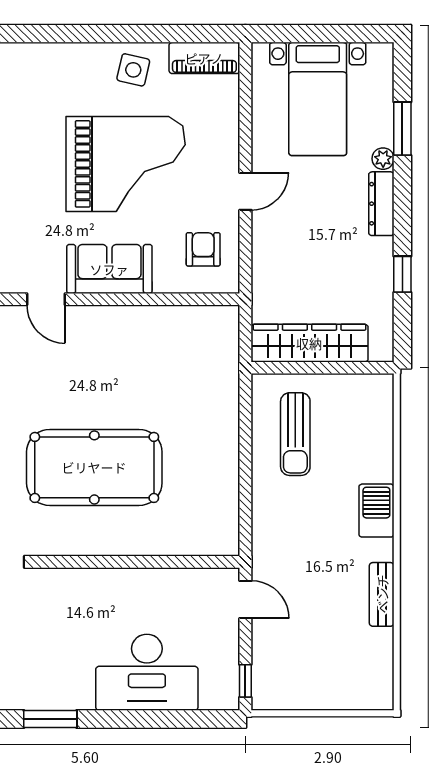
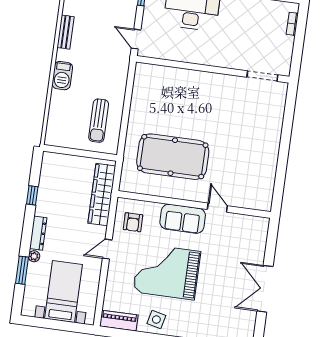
wardrobe: (309, 343) -> (102, 195), moved, turned 90
sun lounger: (295, 434) -> (99, 121), turned 180
pool table: (94, 467) -> (173, 157), moved

